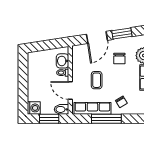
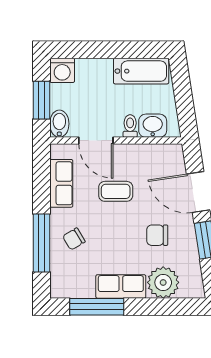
bathtub: (34, 67) -> (141, 71), added
door: (70, 90) -> (96, 141), swing flipped
row of seats: (92, 108) -> (61, 183), width x0.68
window: (106, 119) -> (41, 243), moved

